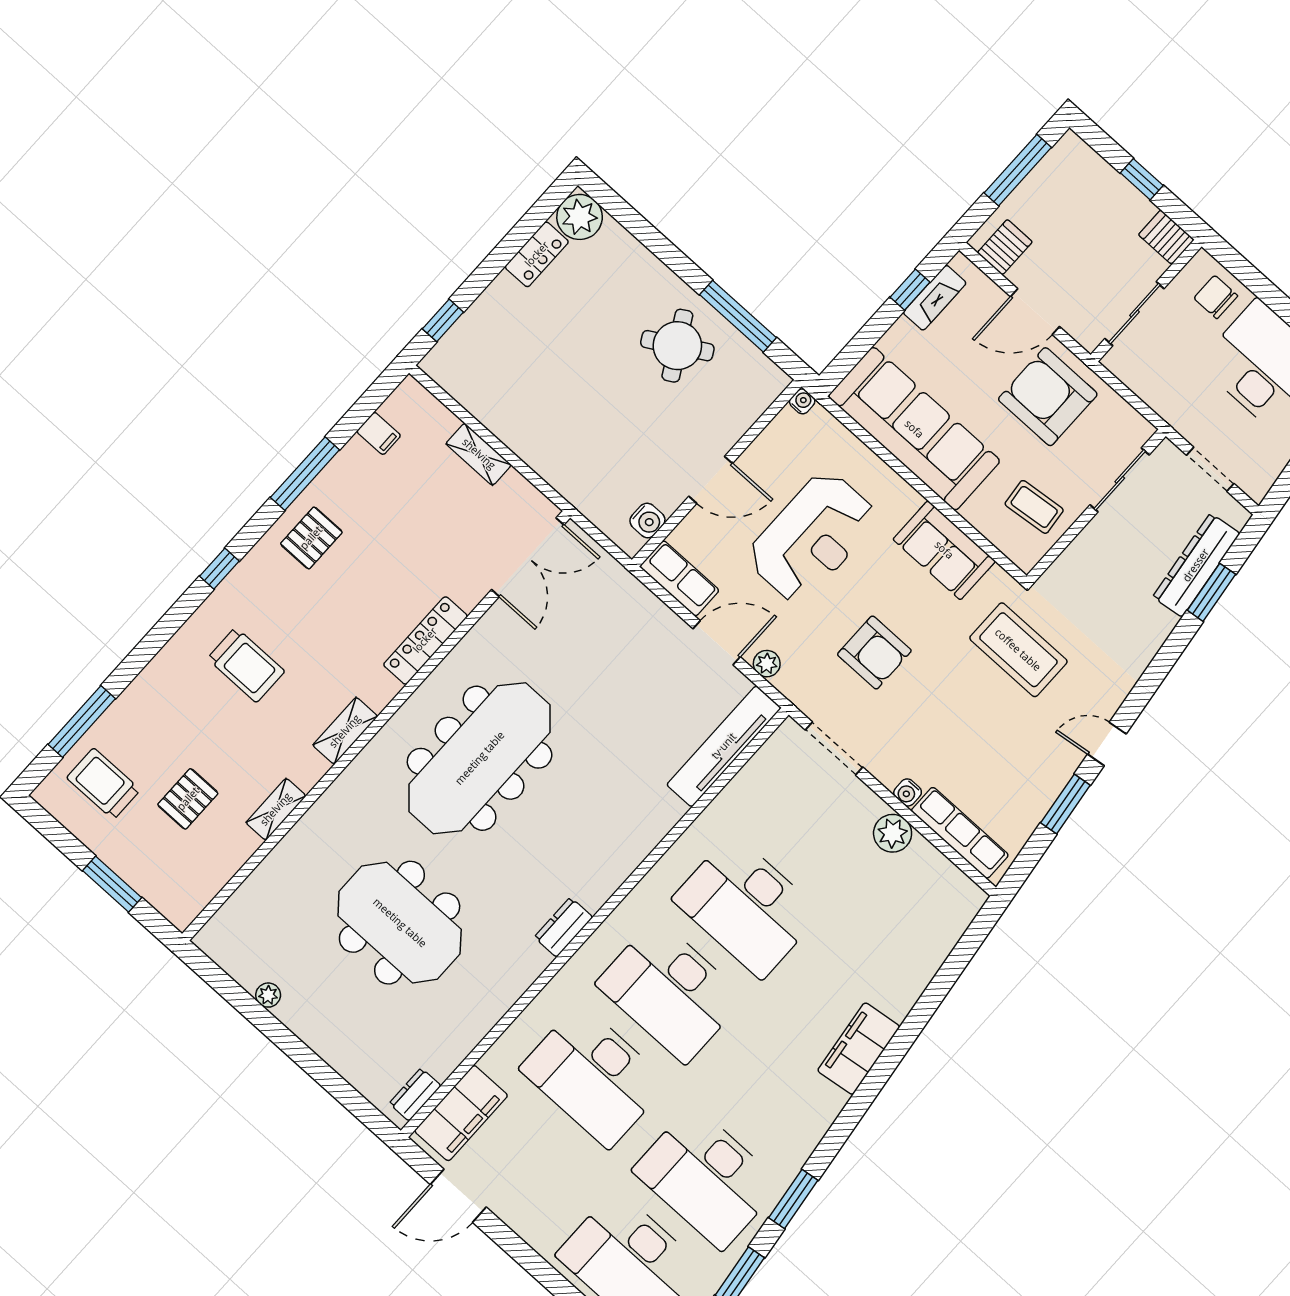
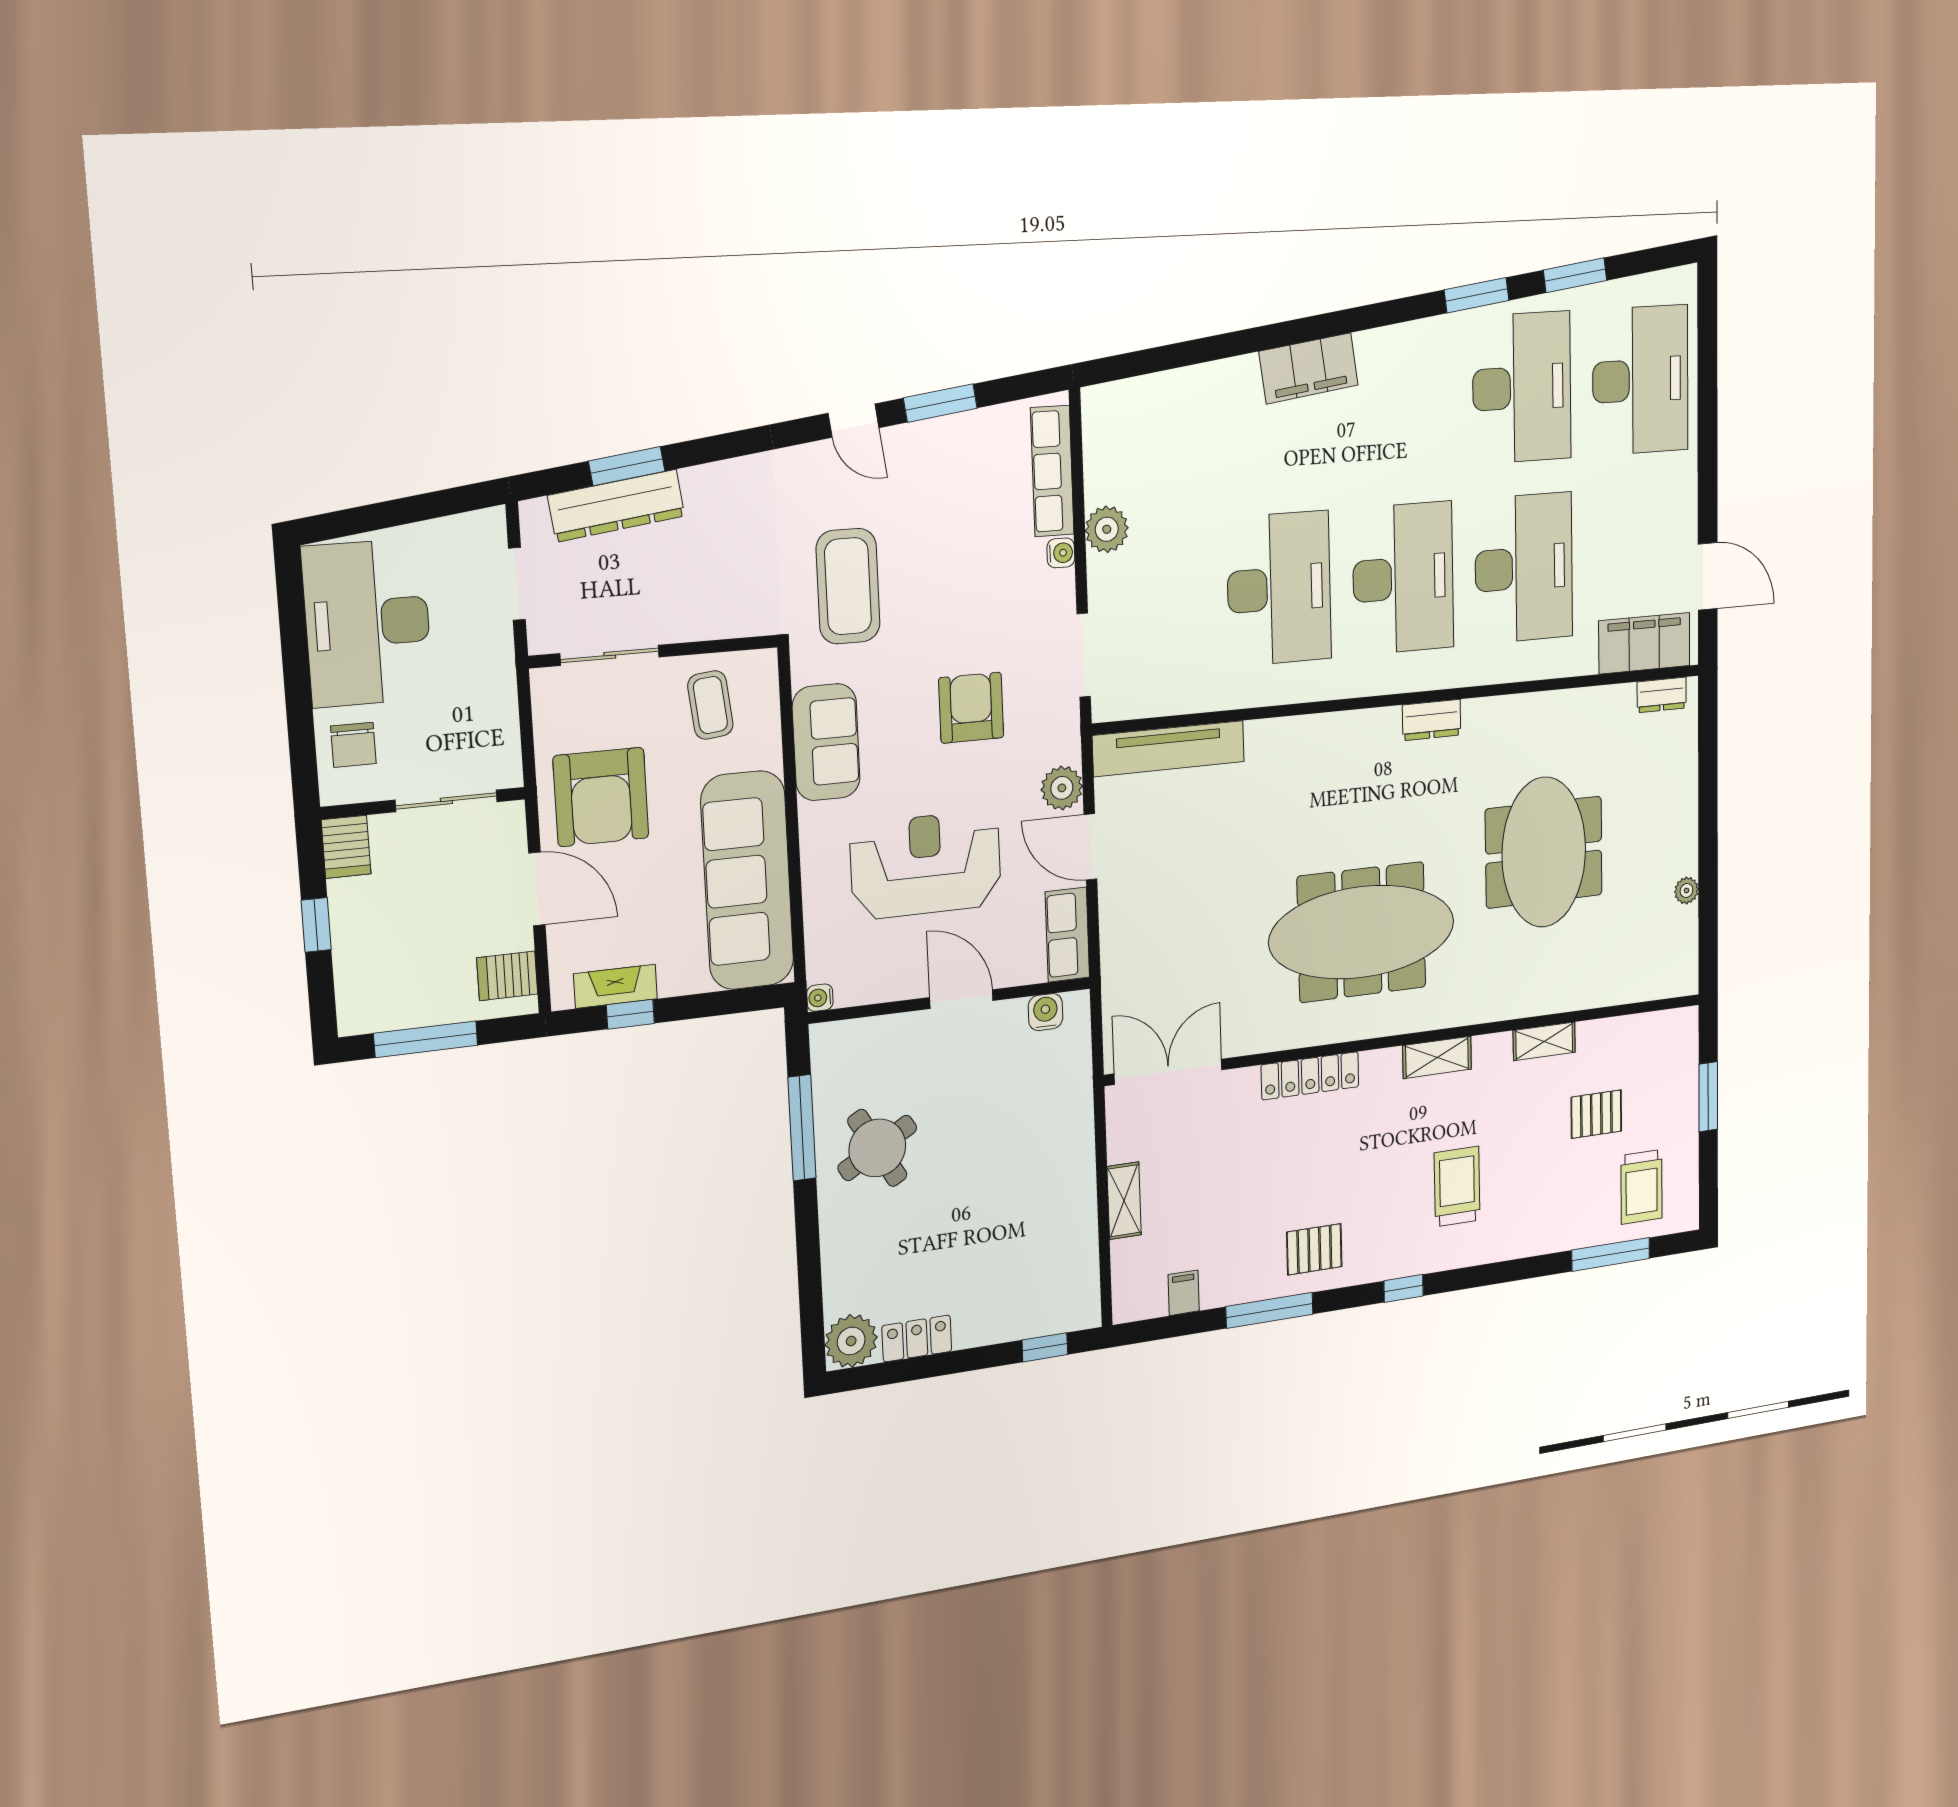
plant: (767, 664) -> (1062, 788), width x1.38, depth x1.38

